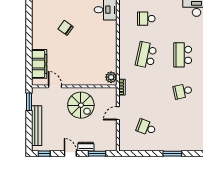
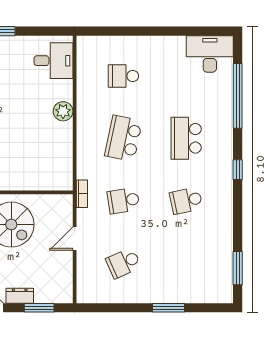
plant: (111, 77) -> (63, 111), moved
school desk: (146, 91) -> (123, 201), added
school desk: (146, 127) -> (123, 263), turned -45

